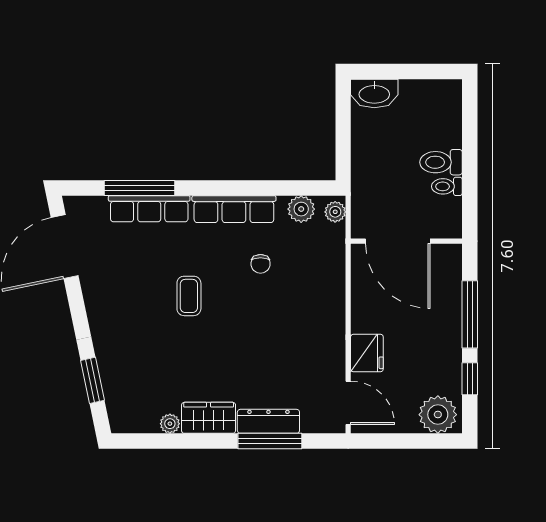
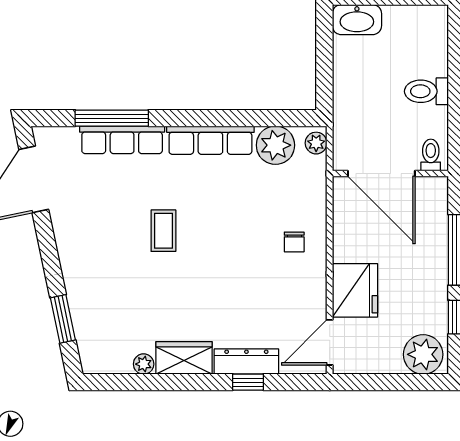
toilet: (447, 186) -> (431, 155), moved, turned 90
plant: (301, 209) -> (275, 145), width x1.36, depth x1.36
chair: (261, 264) -> (294, 242), moved
fridge: (367, 353) -> (355, 290), width x1.36, depth x1.34
door: (348, 403) -> (330, 342), swing flipped
window: (270, 441) -> (248, 382), width x0.46

